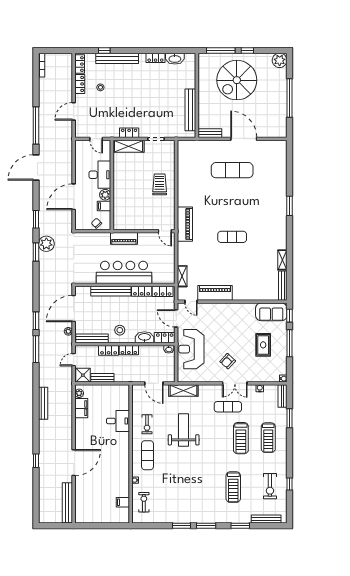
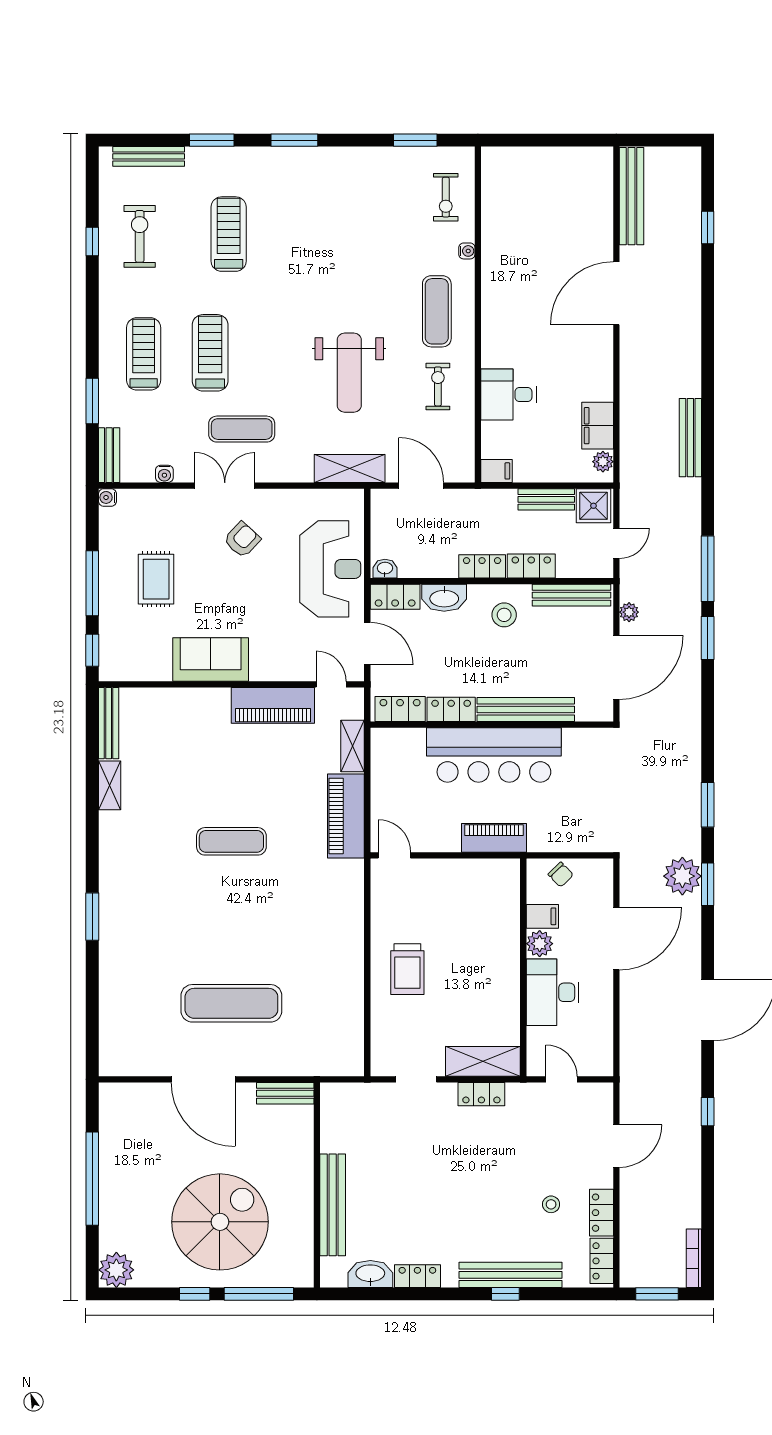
window: (57, 50) -> (657, 1294), added
window: (104, 50) -> (505, 1294), moved
bench: (190, 110) -> (333, 1205), moved
window: (36, 126) -> (708, 1112), width x0.32
piano: (185, 224) -> (346, 816), moved
plant: (46, 244) -> (682, 876), moved
sofa: (271, 312) -> (211, 659), moved
window: (36, 461) -> (708, 227), moved
filing cabinet: (123, 502) -> (497, 471), moved
window: (182, 526) -> (415, 140), moved

